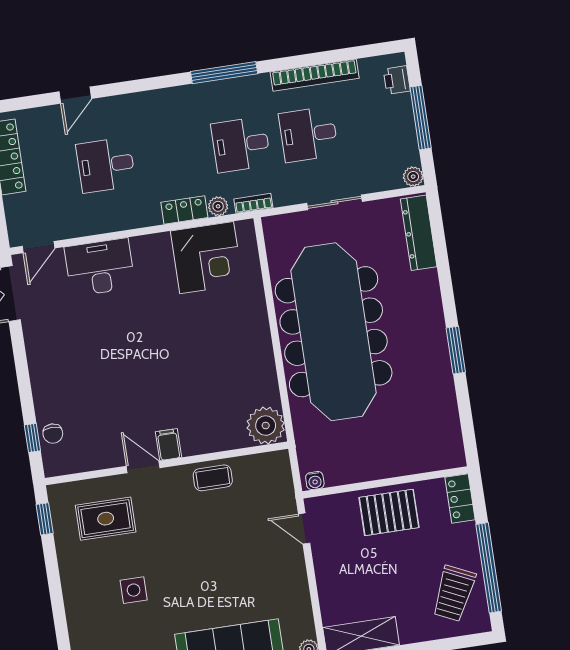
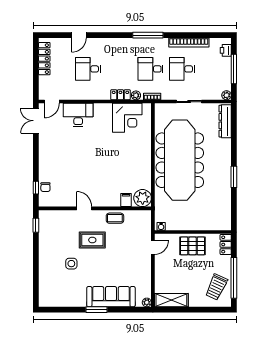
filing cabinet: (168, 445) -> (126, 200), moved
rug: (106, 519) -> (92, 240), moved
door: (304, 529) -> (153, 247), swing flipped

